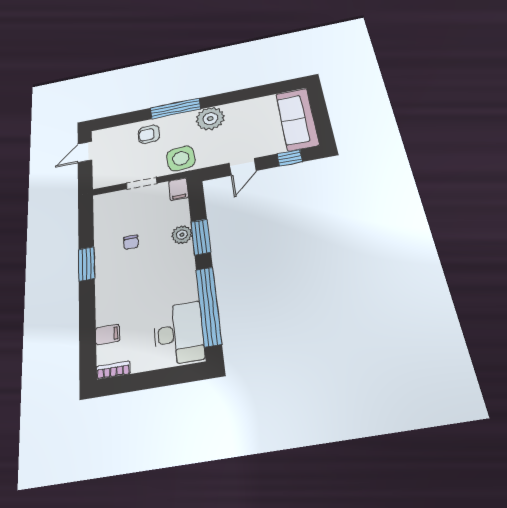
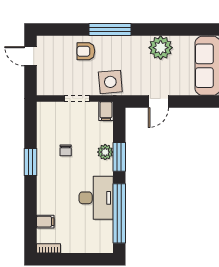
plant: (210, 119) -> (161, 48), moved
door: (85, 152) -> (30, 56), hinge flipped
window: (290, 158) -> (196, 102), removed
desk: (179, 333) -> (96, 198), moved

